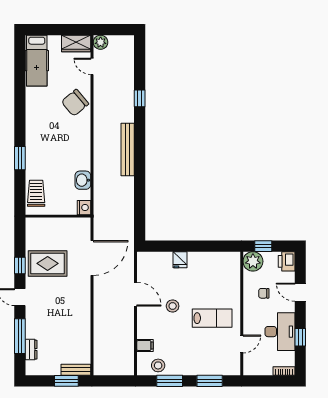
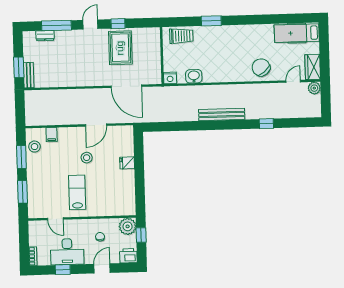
lab bench: (212, 318) -> (77, 192), turned 180

